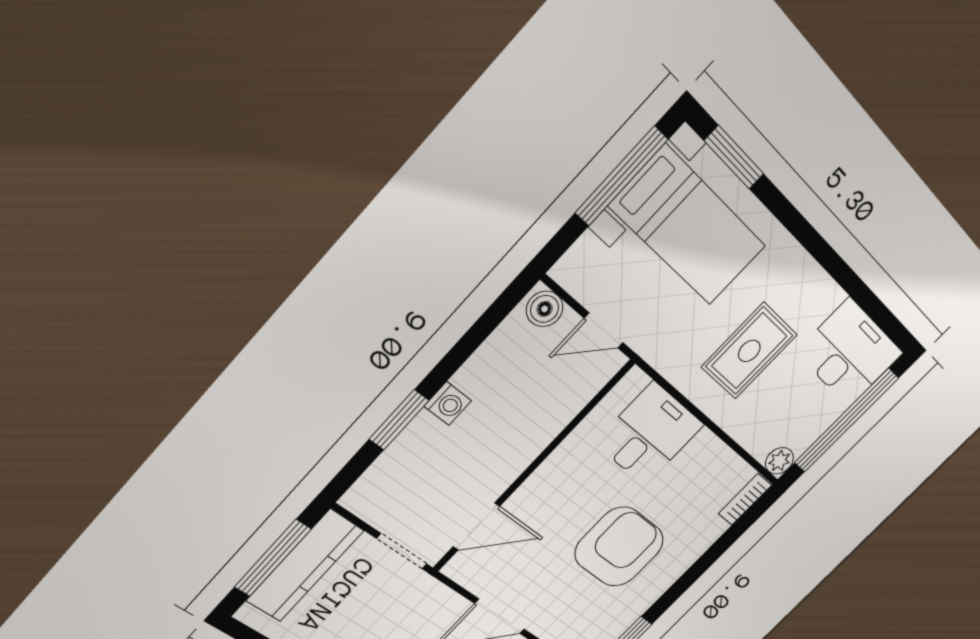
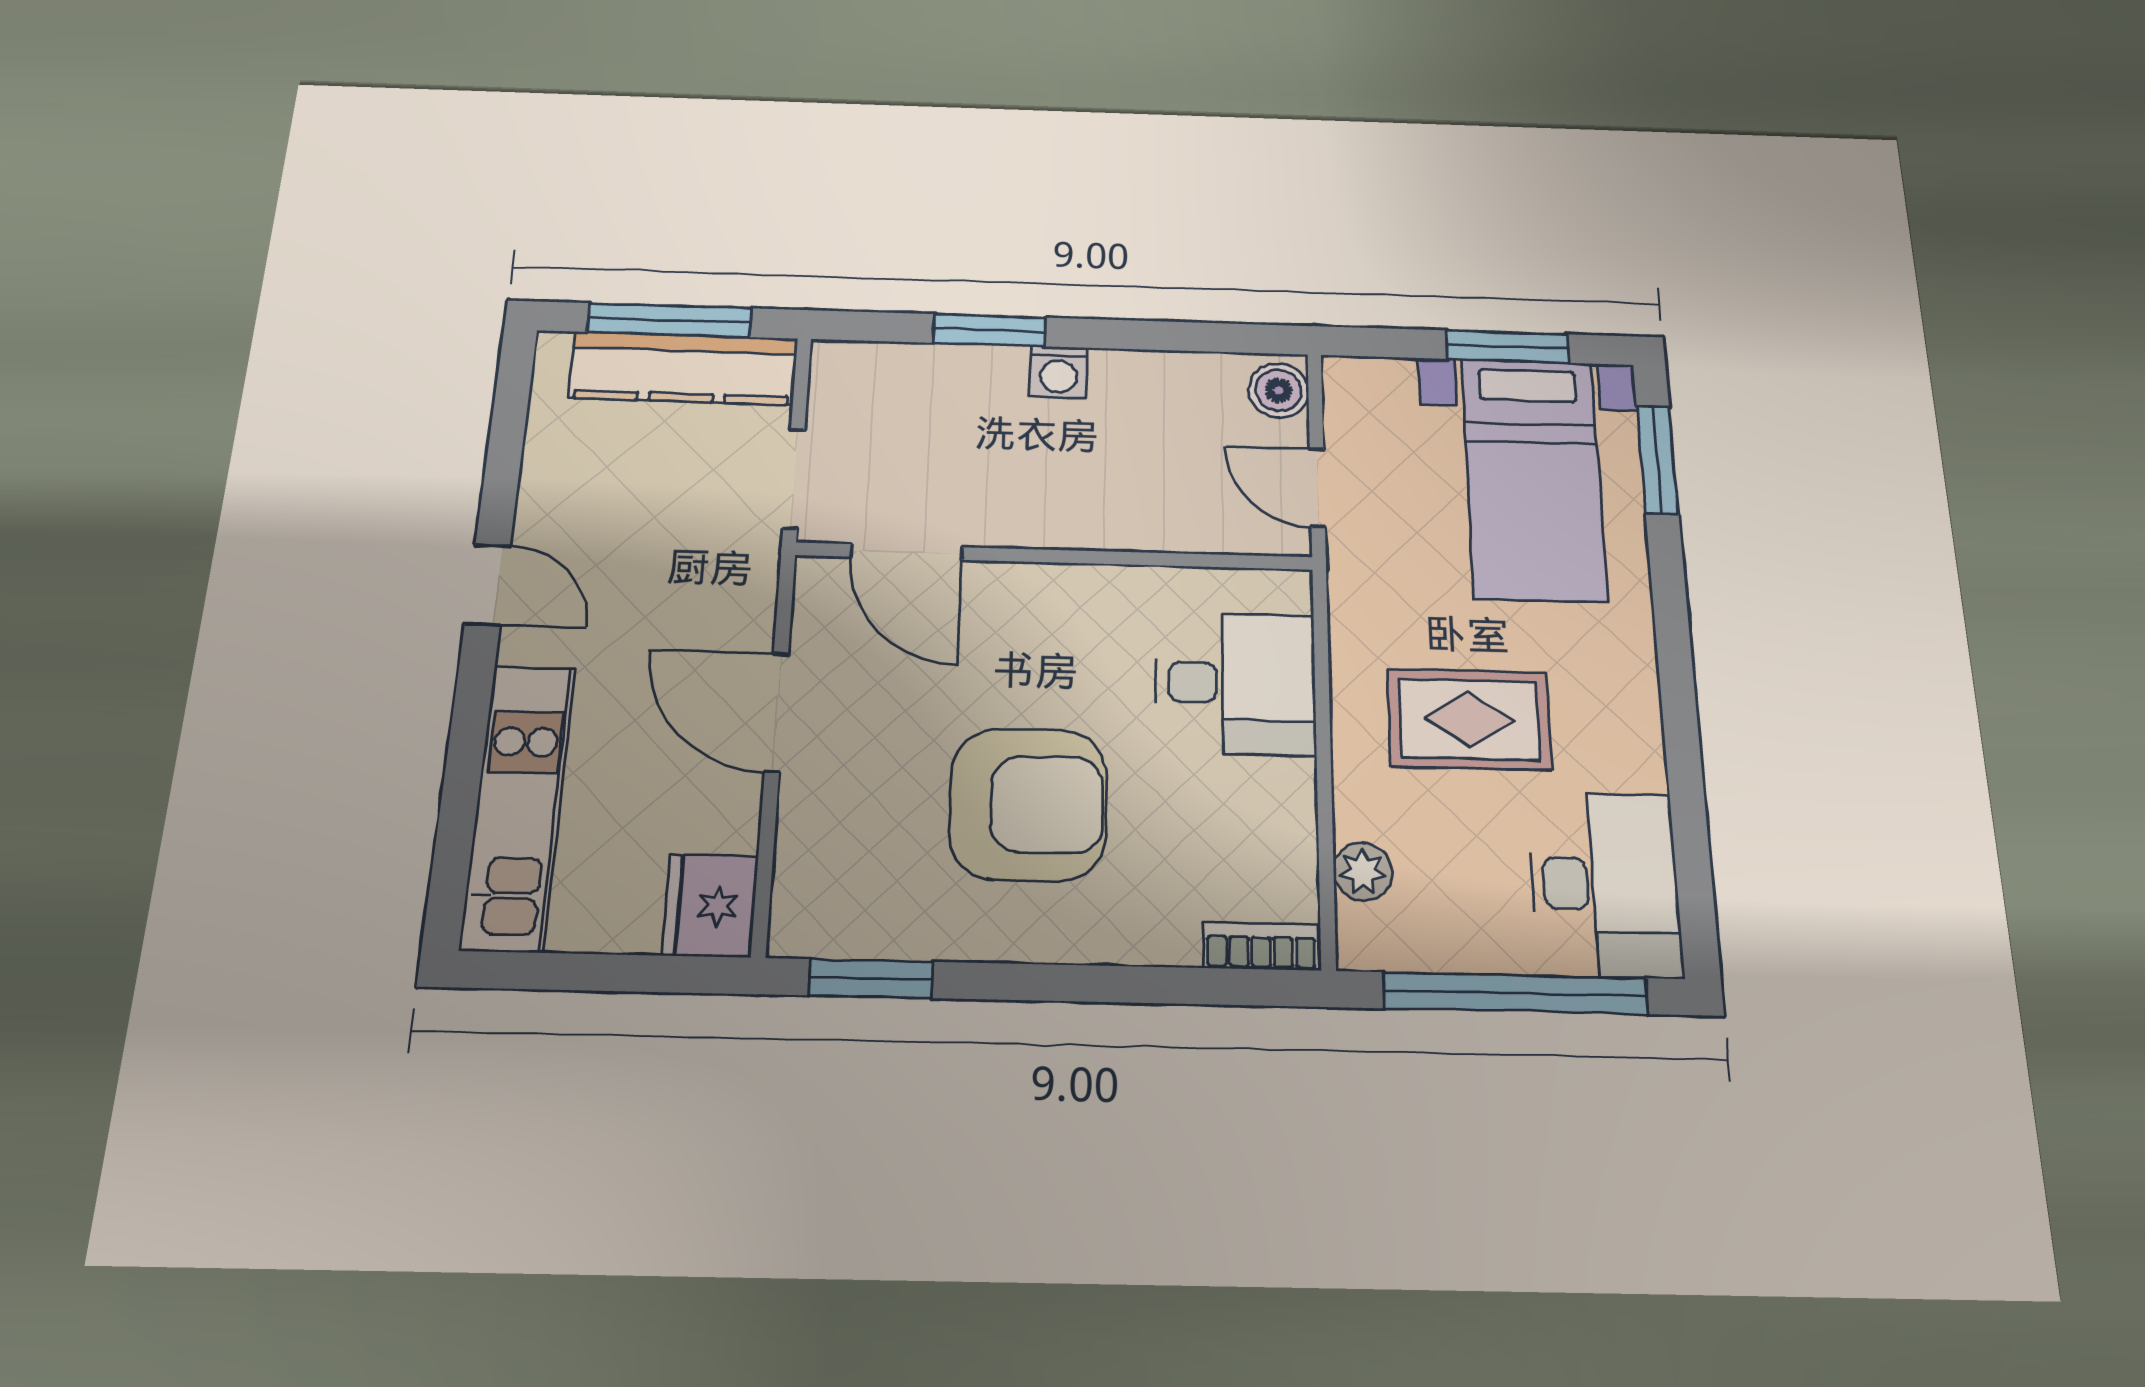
window: (621, 176) -> (1508, 347), width x0.69
plant: (779, 461) -> (1363, 872), moved

